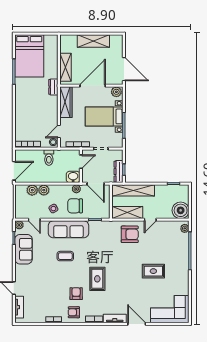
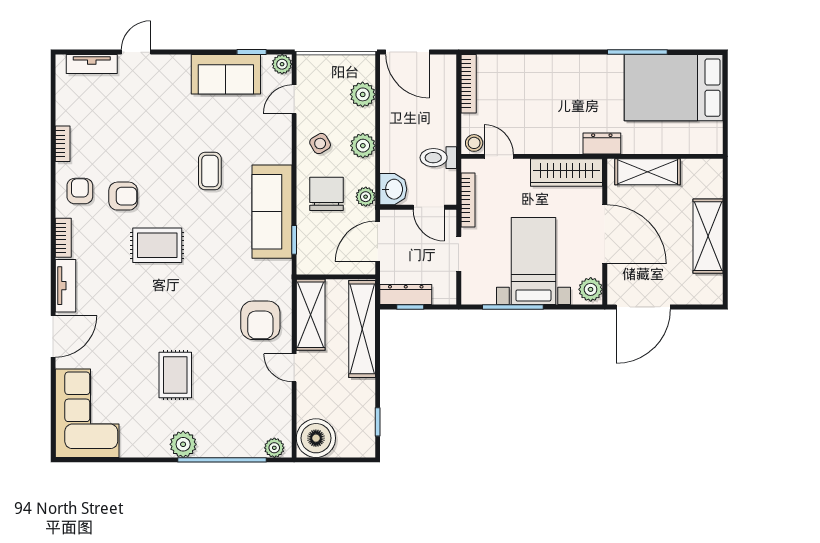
toilet: (49, 158) -> (438, 158), moved
plant: (44, 190) -> (363, 146), moved
sofa: (68, 229) -> (272, 212), moved
plant: (183, 268) -> (183, 444), added

